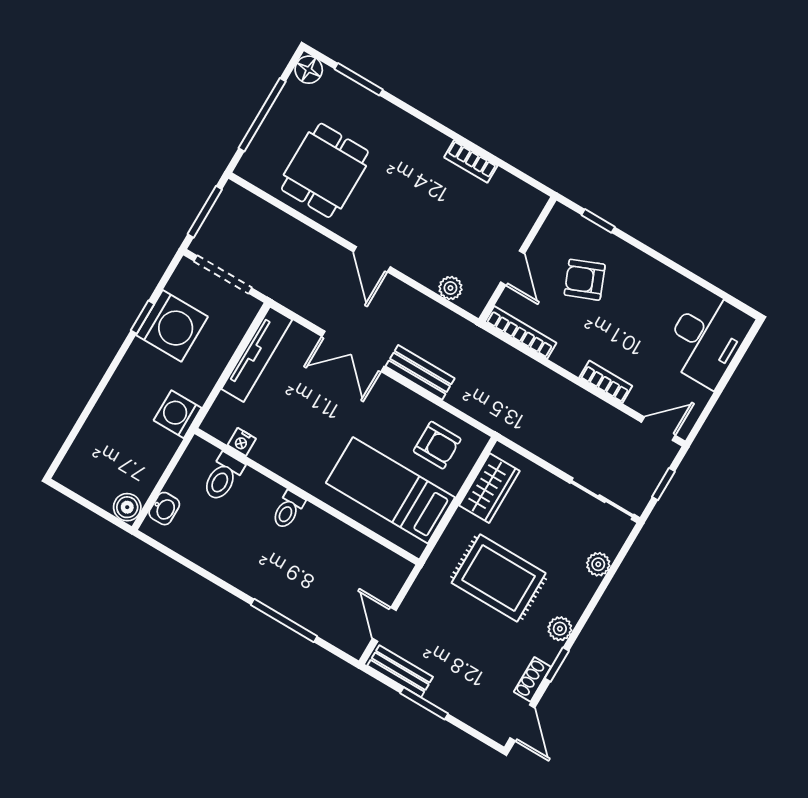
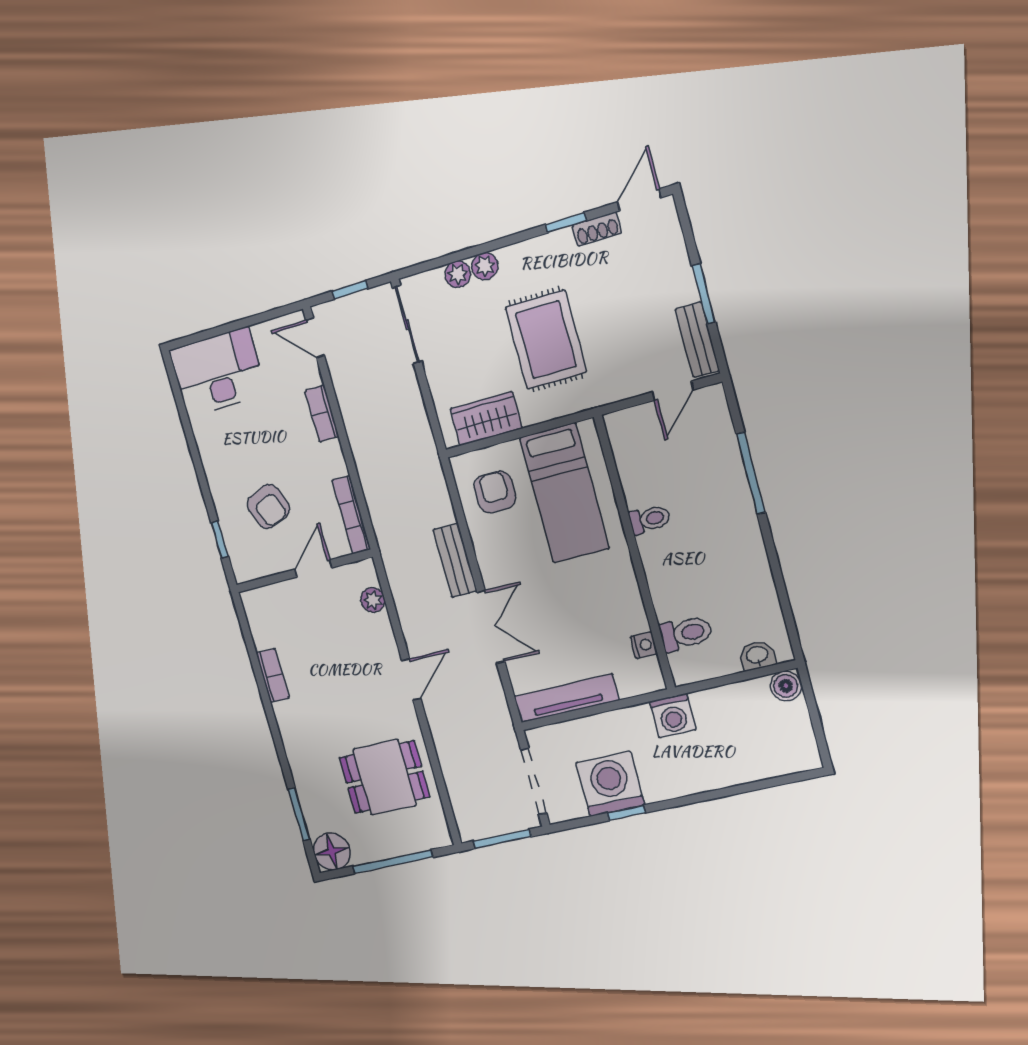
floor lamp: (309, 70) -> (332, 851), width x1.38, depth x1.38
toilet: (288, 510) -> (650, 519), moved
plant: (560, 629) -> (485, 266), moved

